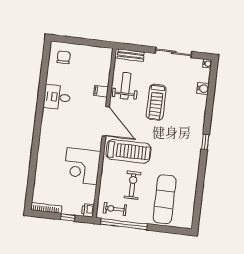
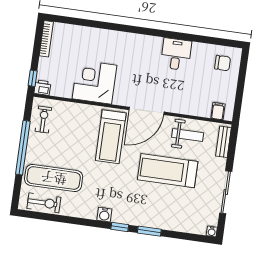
water cooler: (203, 89) -> (104, 215), moved
filing cabinet: (101, 91) -> (218, 111), moved
treadmill: (156, 102) -> (168, 171), width x1.37, depth x1.38
window: (208, 117) -> (149, 231), added
exercise bike: (133, 185) -> (44, 203), moved
window: (68, 217) -> (33, 78), moved
window: (124, 224) -> (23, 148), moved

